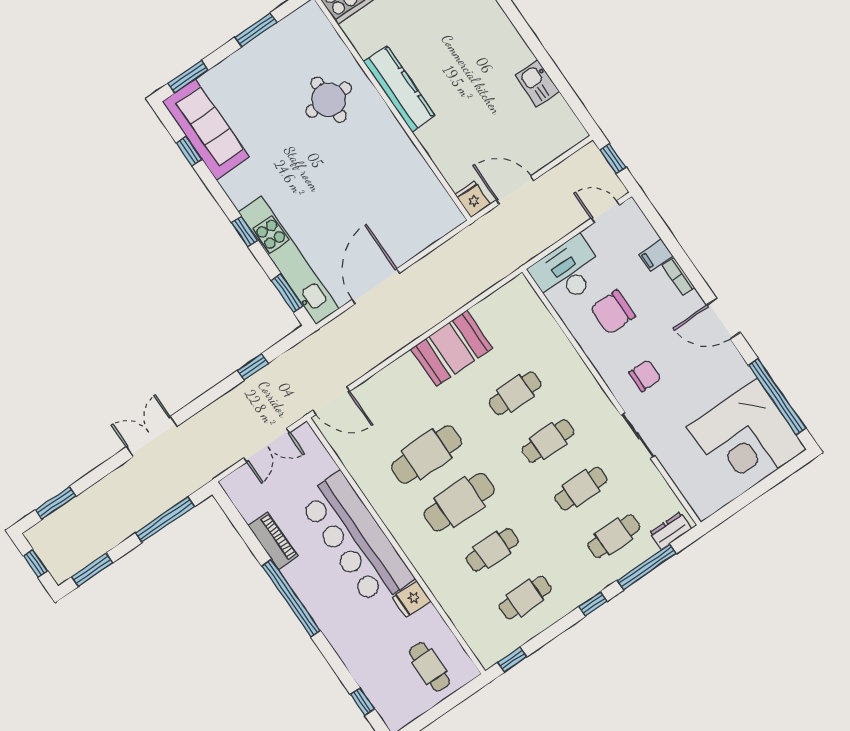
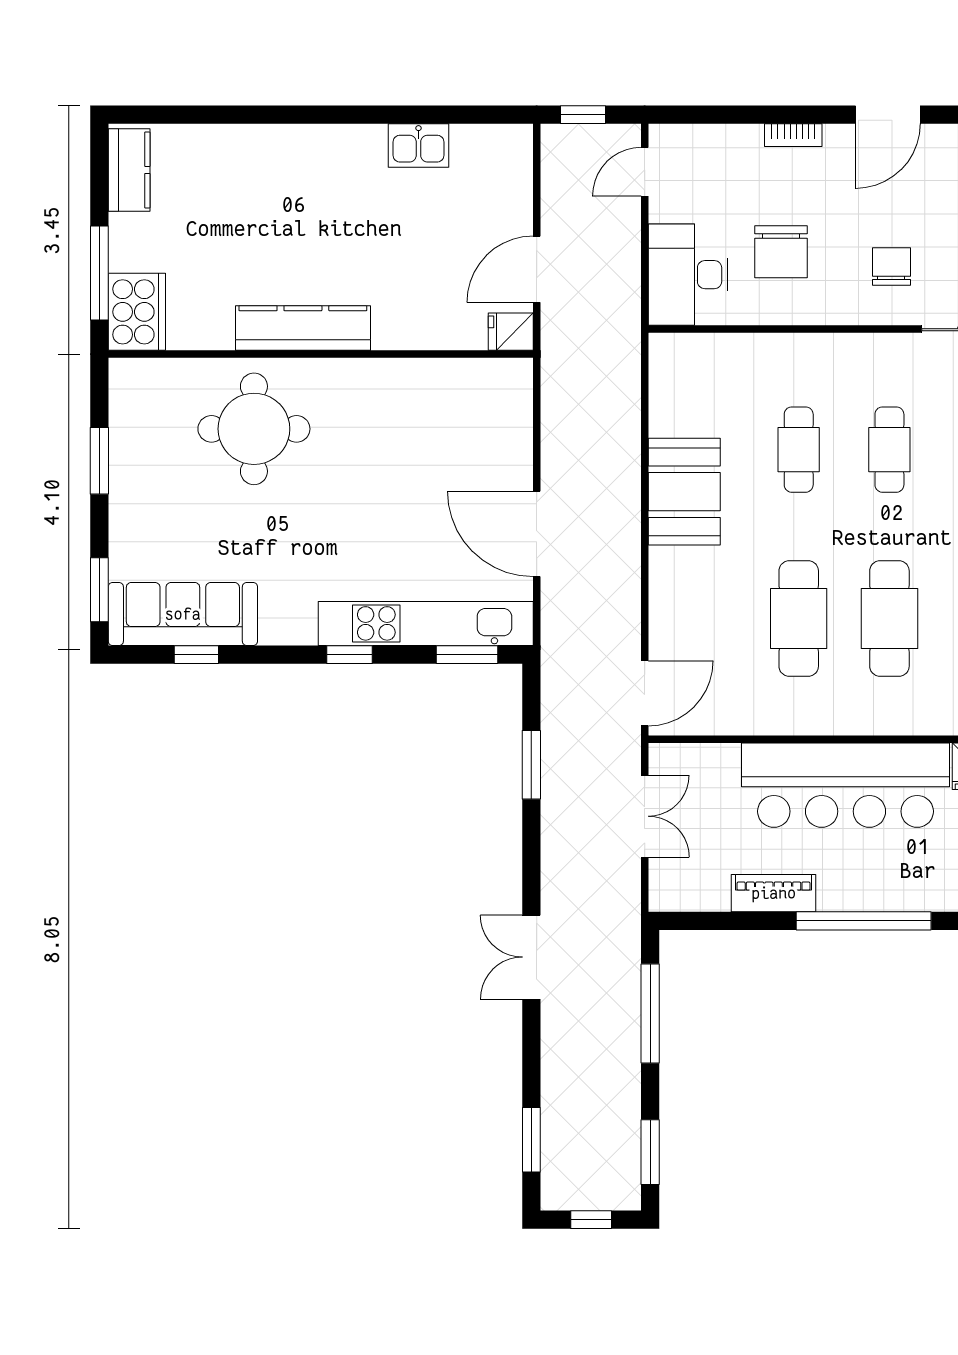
round table: (329, 100) -> (254, 429), width x1.36, depth x1.36
filing cabinet: (656, 255) -> (745, 146), removed
window: (253, 367) -> (531, 765), width x1.50

